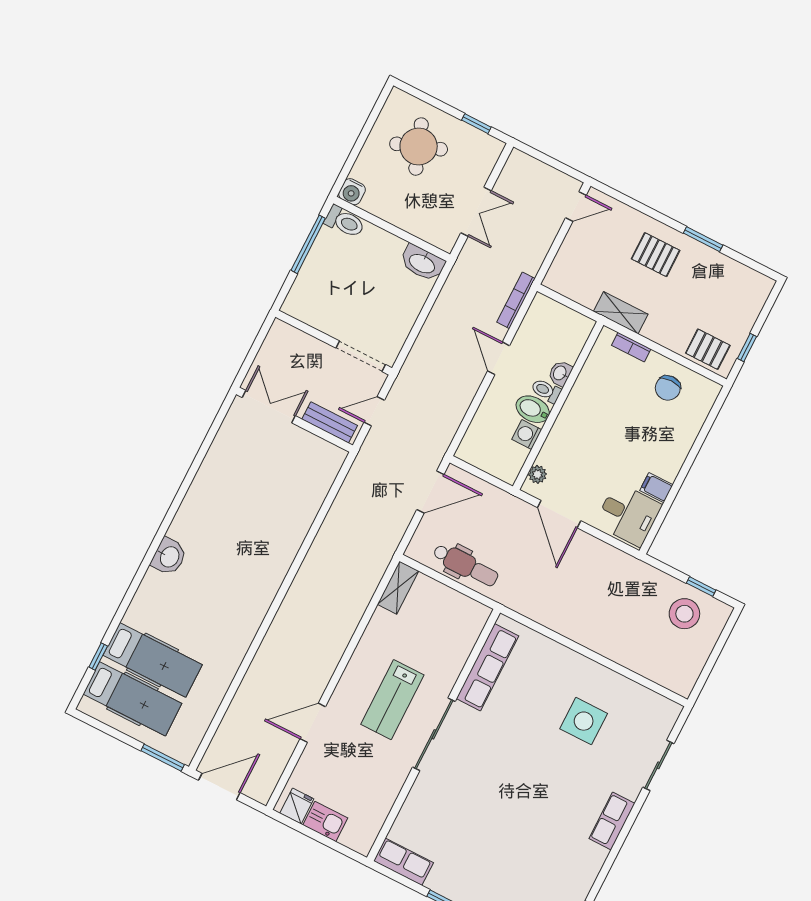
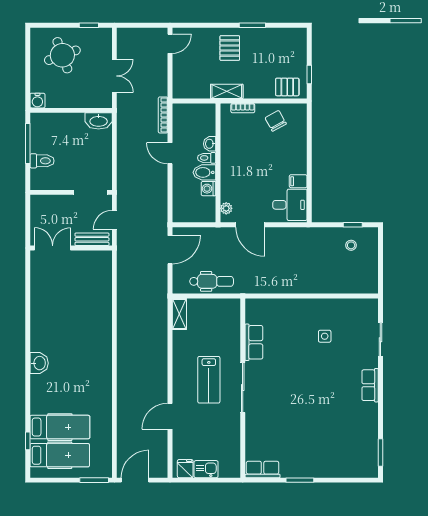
toilet: (345, 222) -> (42, 161), moved
pallet: (656, 255) -> (230, 48), turned 90
chair: (668, 388) -> (276, 121), turned 151
stool: (684, 614) -> (351, 245), width x0.53, depth x0.53
row of seats: (487, 667) -> (254, 342), width x0.68
side table: (584, 721) -> (325, 336), width x0.54, depth x0.54

